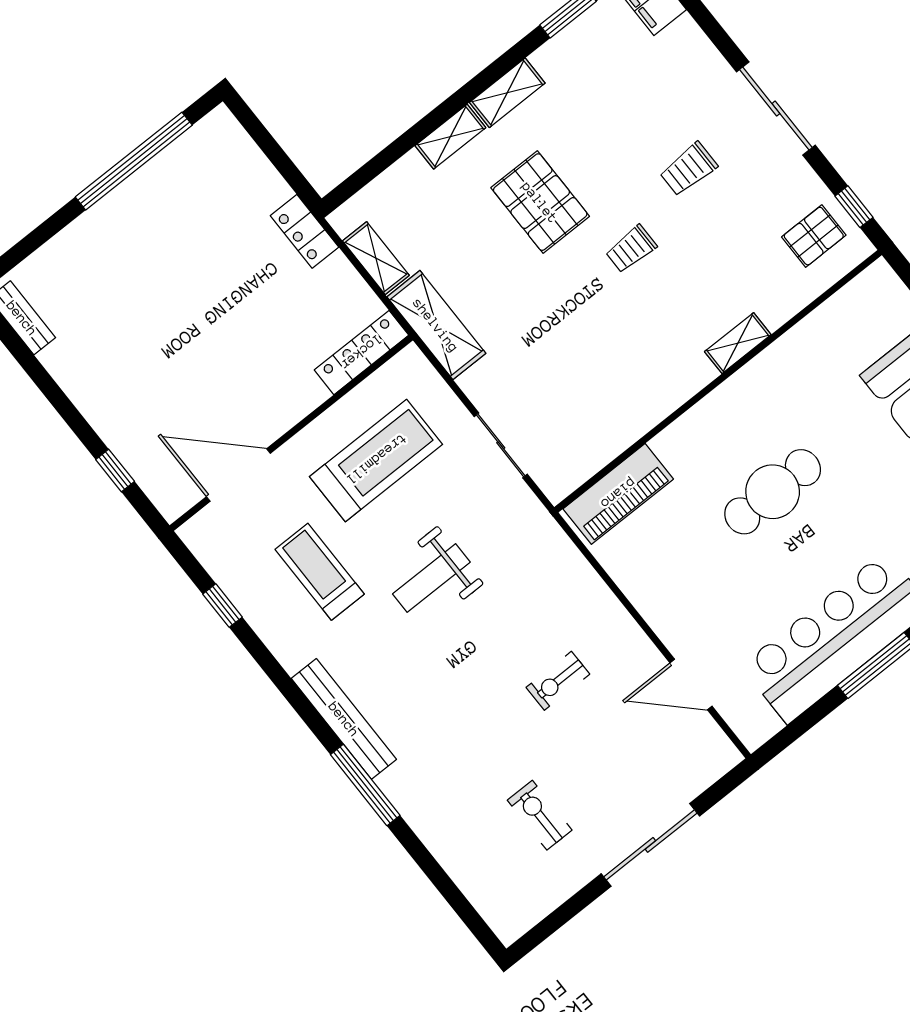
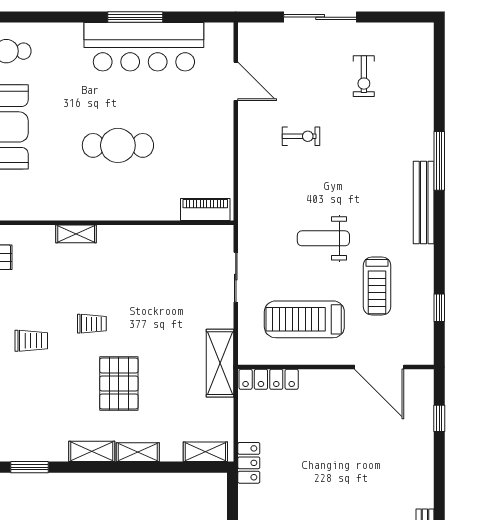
shelving: (376, 258) -> (205, 452), moved, turned 90
piano: (618, 494) -> (205, 210), width x0.73, depth x0.75
weight bench: (431, 578) -> (323, 238), turned 180

